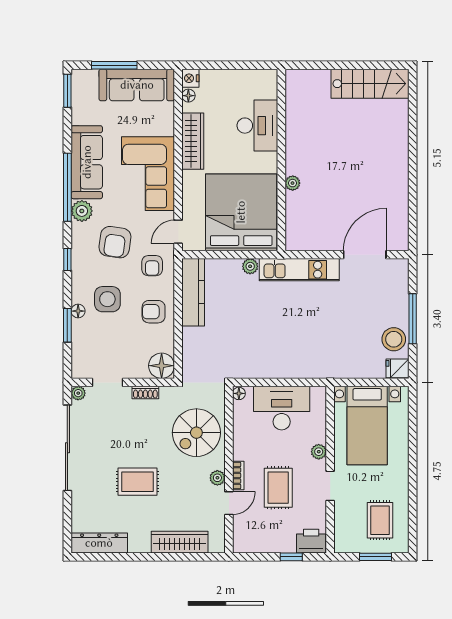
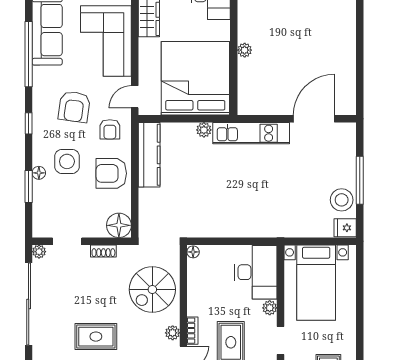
plant: (82, 211) -> (42, 77), removed
armchair: (154, 312) -> (111, 173), width x1.38, depth x1.38
desk: (282, 408) -> (256, 272), moved, turned 90

